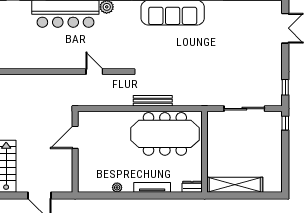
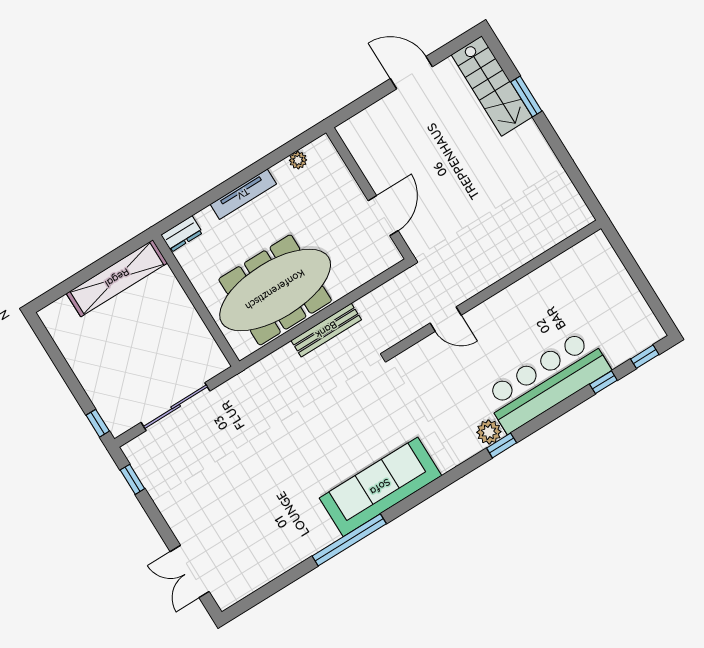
door: (75, 137) -> (383, 216), moved
wall: (75, 152) -> (369, 193), moved

